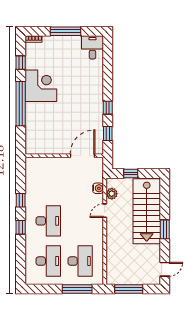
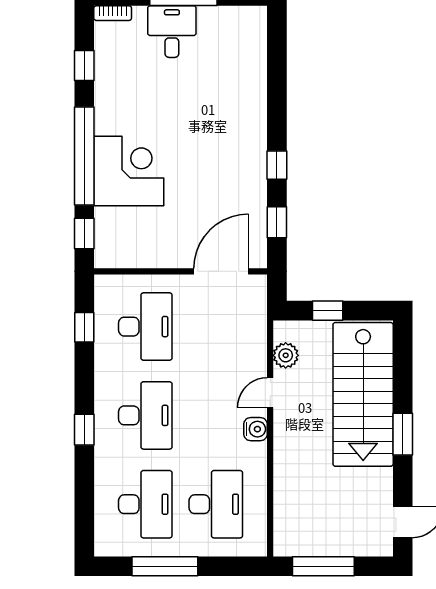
desk: (92, 47) -> (172, 32), moved
corner desk: (41, 86) -> (129, 171), moved
window: (21, 139) -> (84, 234), added
desk: (48, 181) -> (145, 327), added
water cooler: (98, 188) -> (256, 429), moved
window: (21, 200) -> (84, 327), moved
window: (77, 289) -> (165, 566), moved

